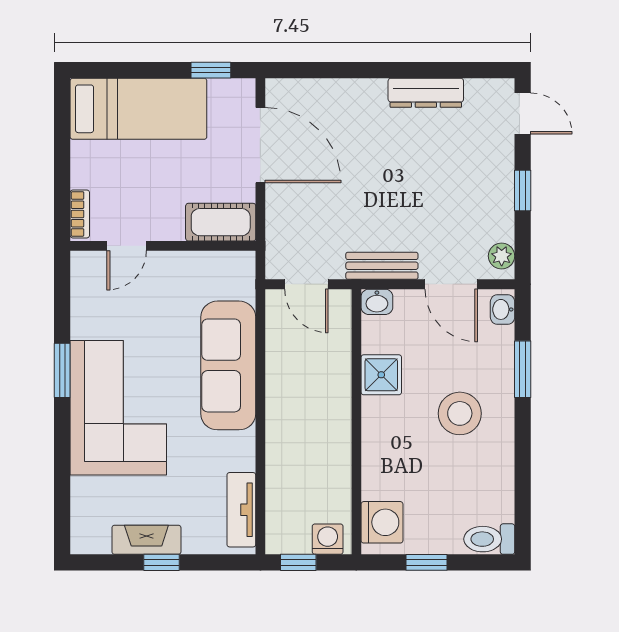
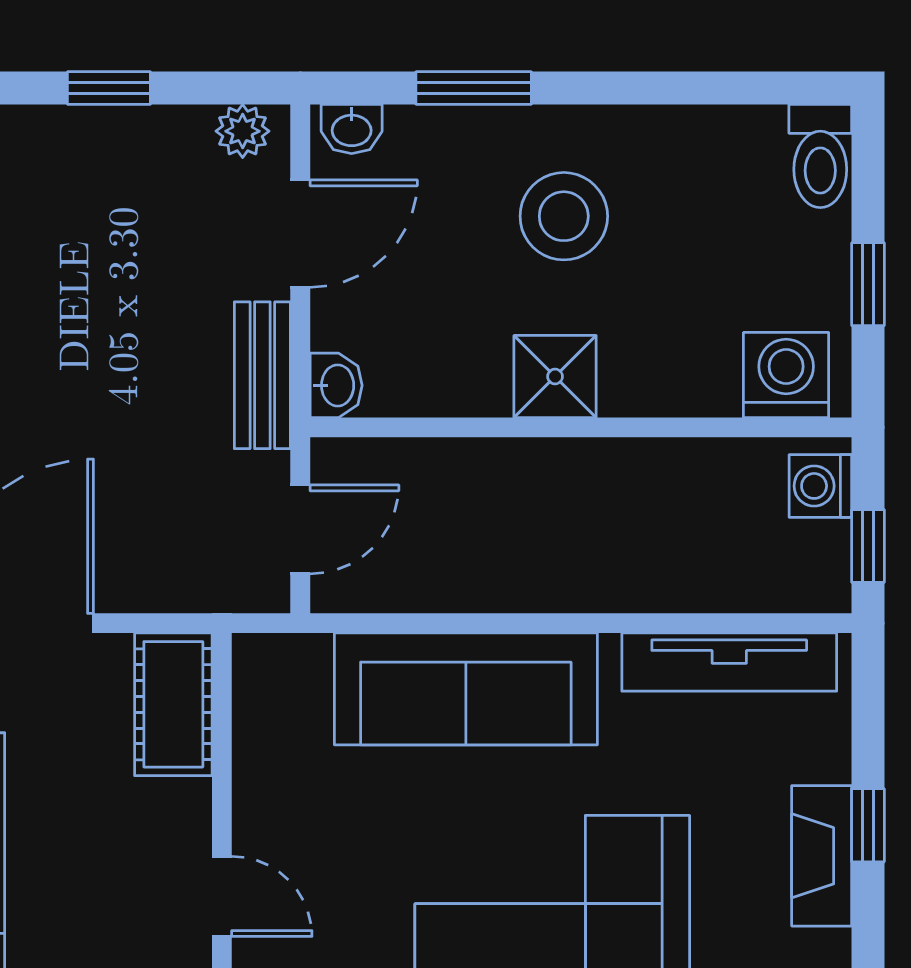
shower: (381, 375) -> (555, 377), moved
tv unit: (241, 510) -> (729, 662), width x1.41

